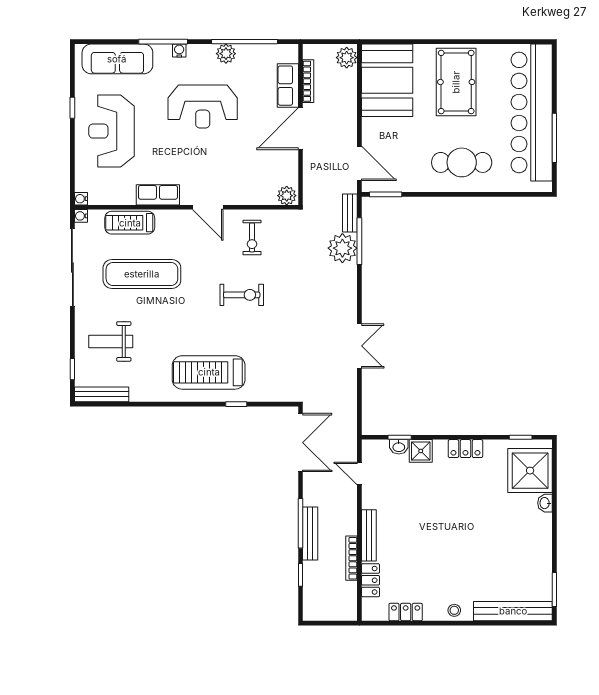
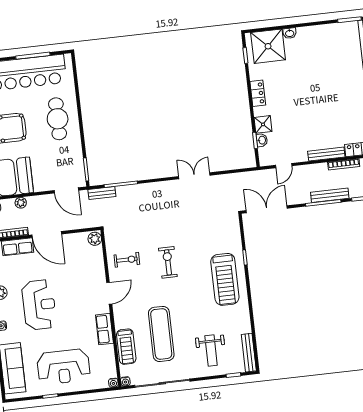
door: (359, 163) -> (66, 190), swing flipped
plant: (342, 248) -> (21, 203), moved, width x0.53, depth x0.53

